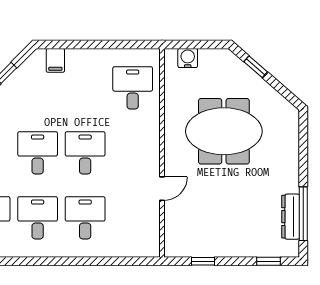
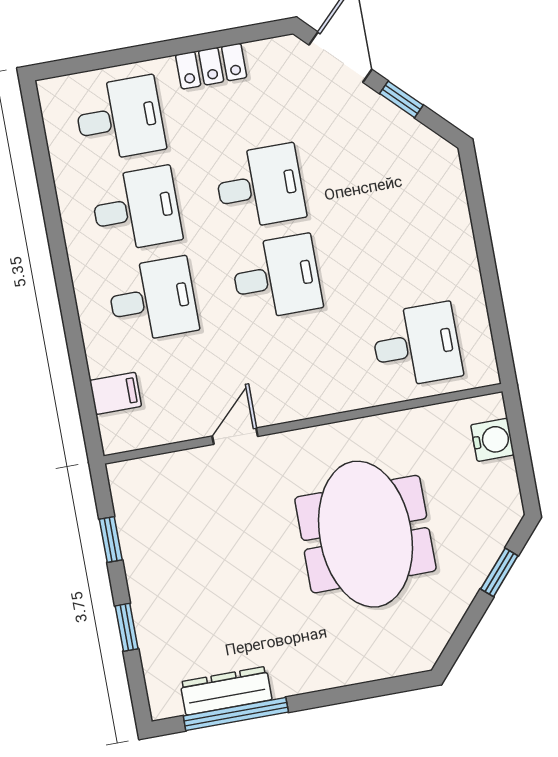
filing cabinet: (55, 60) -> (116, 393), moved, turned 180
door: (162, 189) -> (235, 436), swing flipped
window: (268, 261) -> (127, 627), moved

